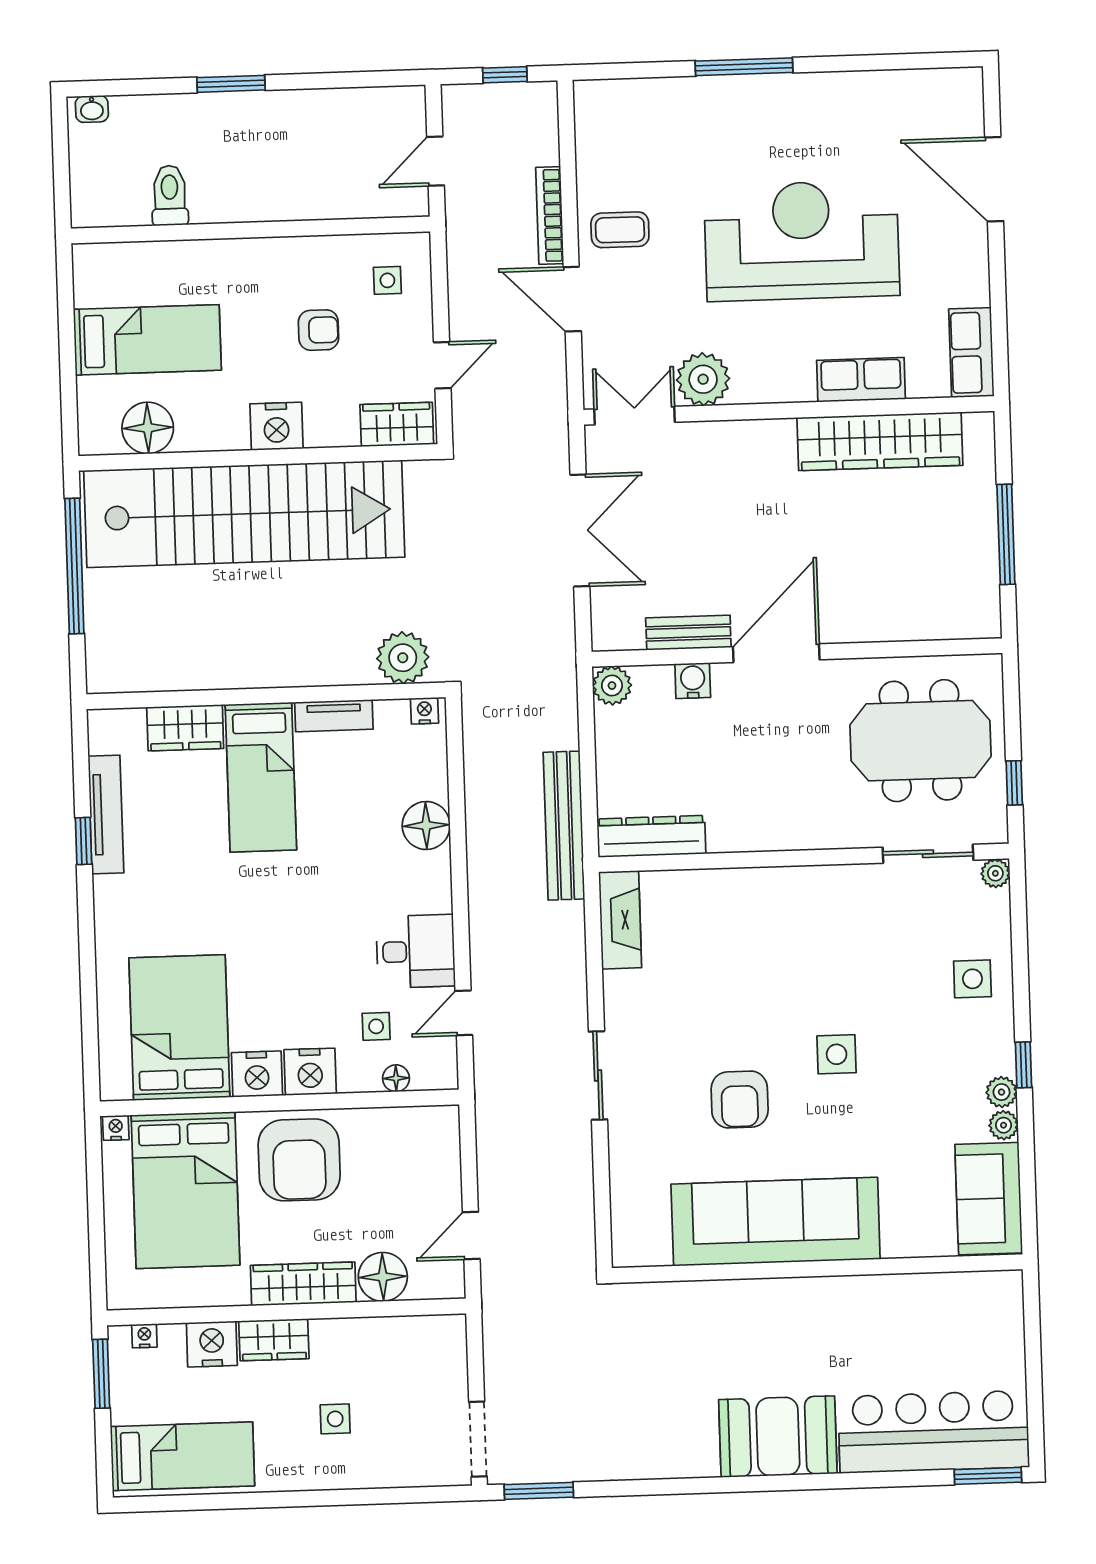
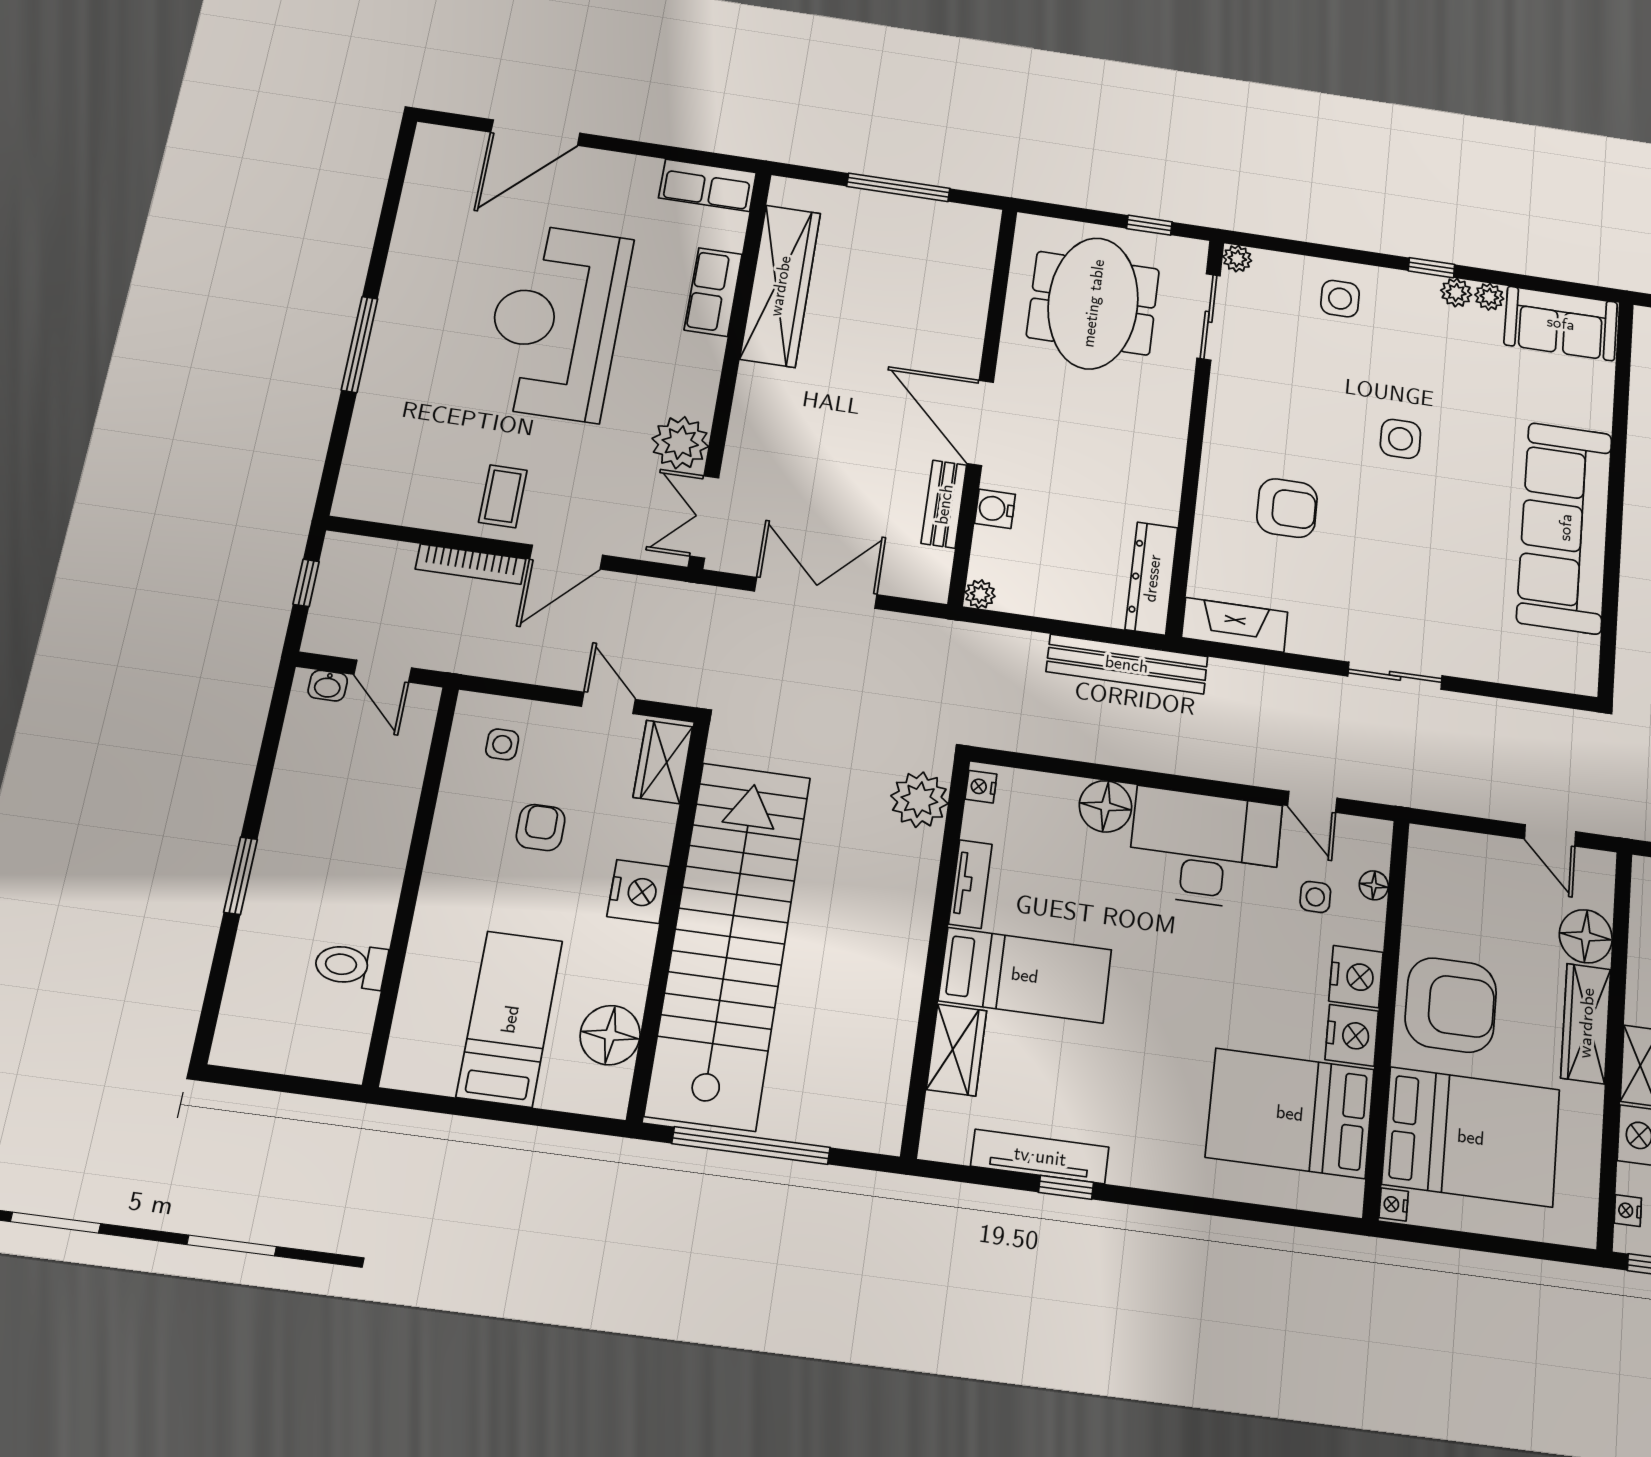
washbasin: (92, 109) -> (328, 686), moved, turned 90
plant: (612, 686) -> (980, 594), width x0.73, depth x0.73
desk: (416, 951) -> (1205, 849), width x1.87, depth x1.30
armchair: (740, 1100) -> (1287, 508), moved

